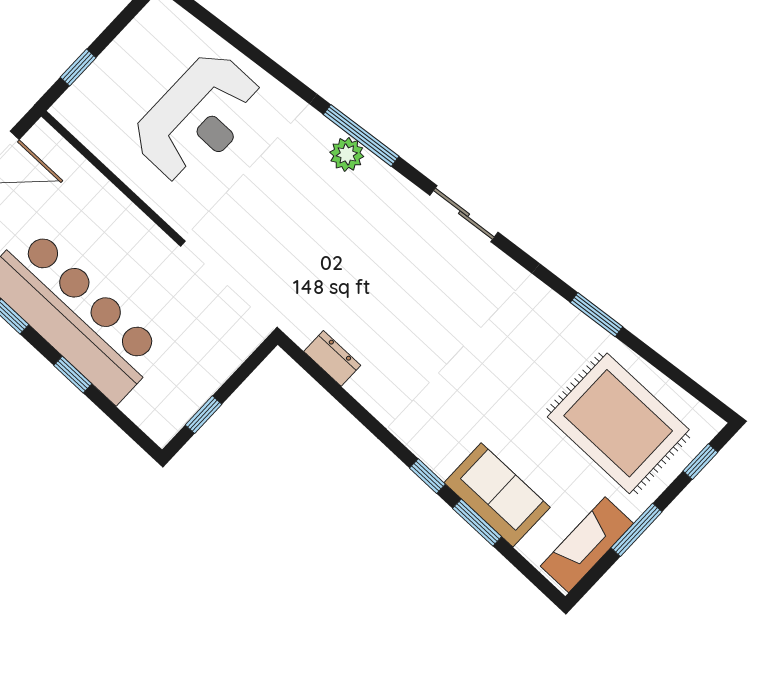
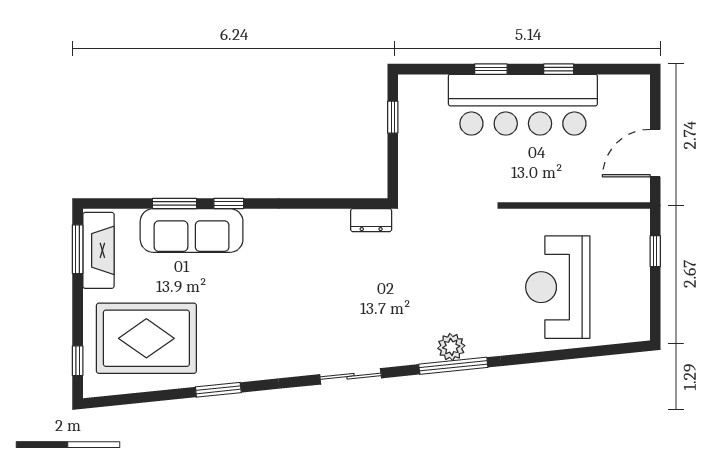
dresser: (332, 358) -> (371, 220), moved
sofa: (497, 495) -> (192, 230), width x1.36
window: (636, 530) -> (78, 249), moved

